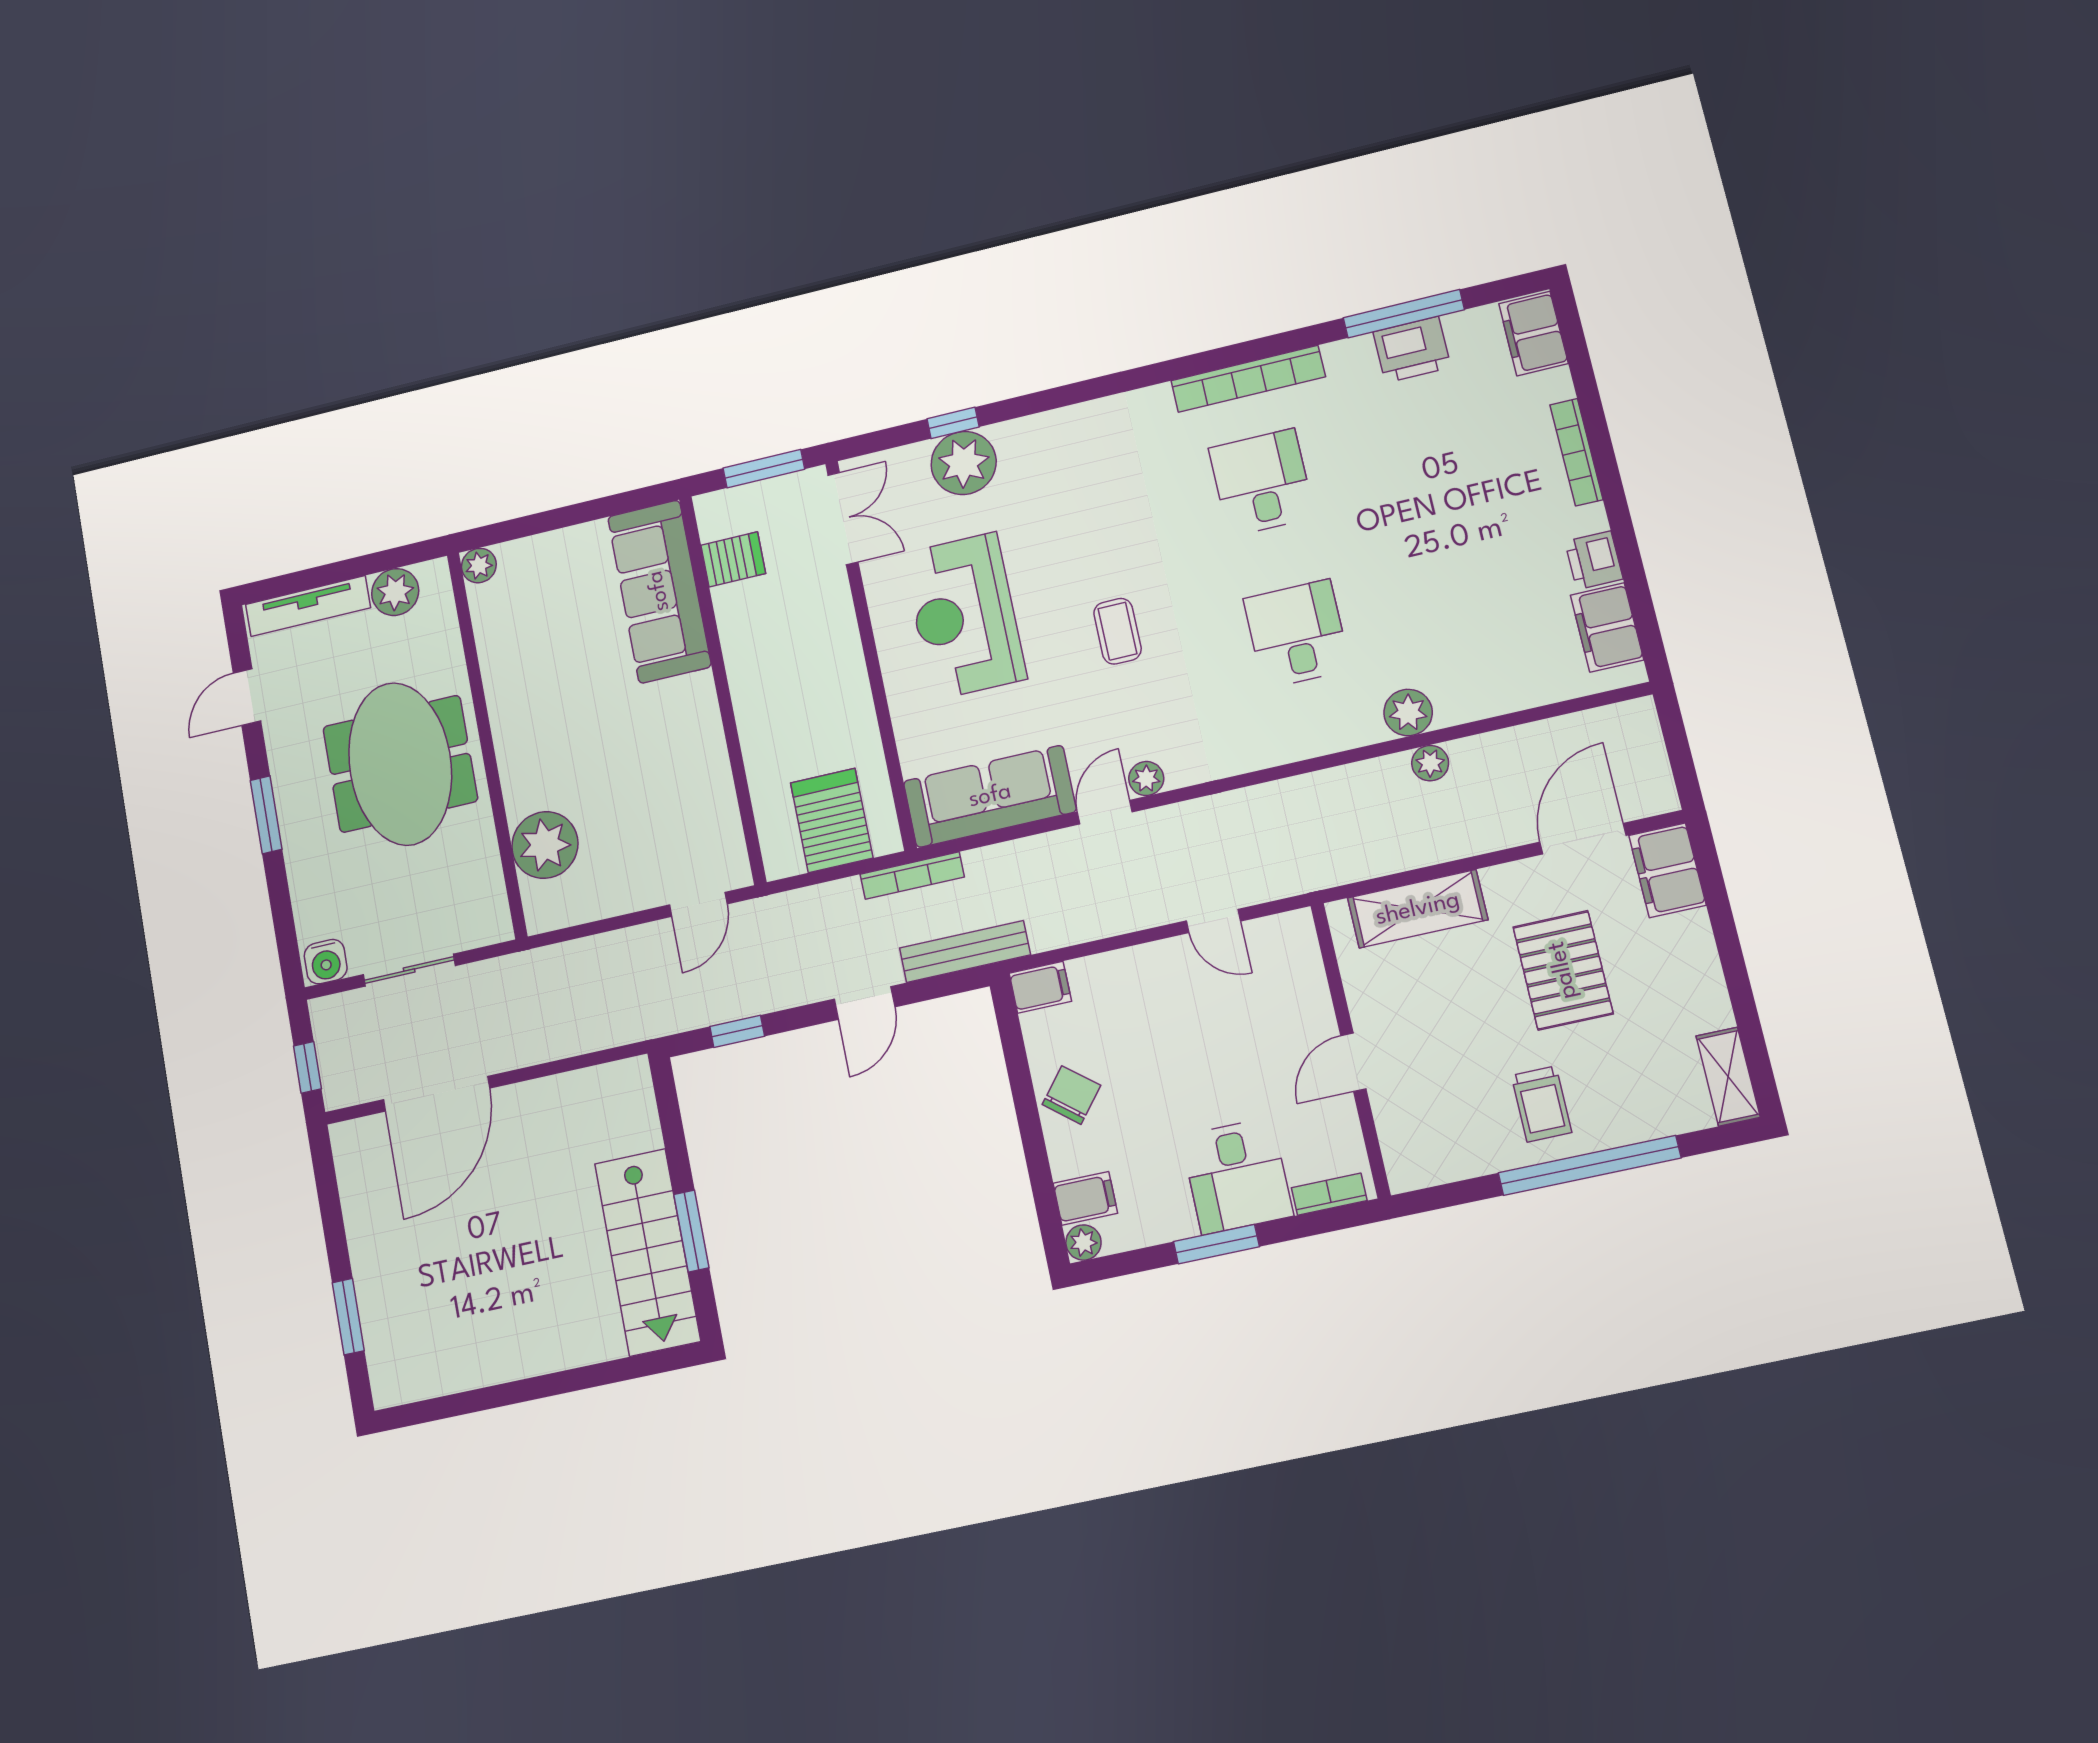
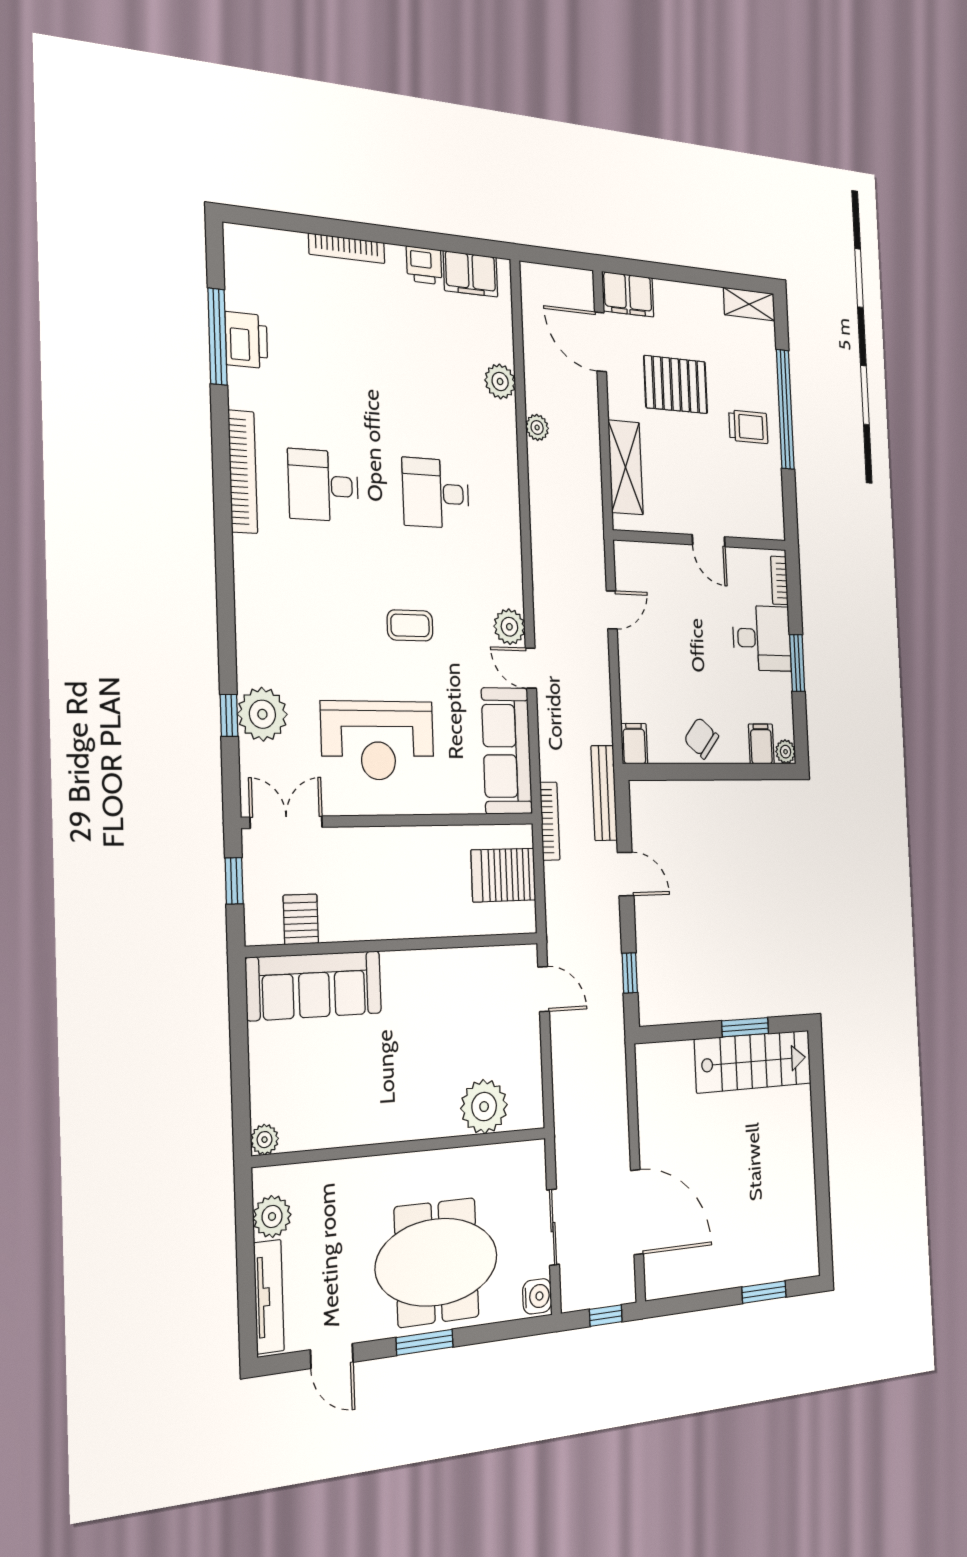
filing cabinet: (1533, 334) -> (253, 246), removed
window: (764, 469) -> (234, 881), width x0.67
plant: (1408, 712) -> (500, 381), moved
meeting table: (400, 764) -> (437, 1262), moved
plant: (1146, 779) -> (509, 627), width x1.38, depth x1.38

